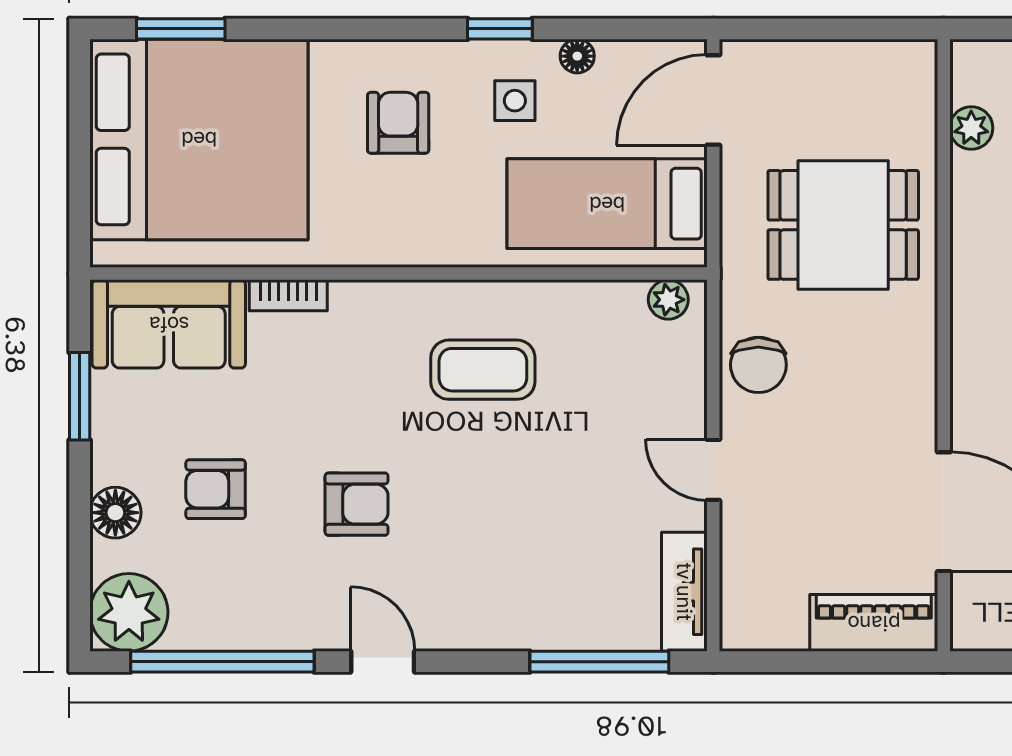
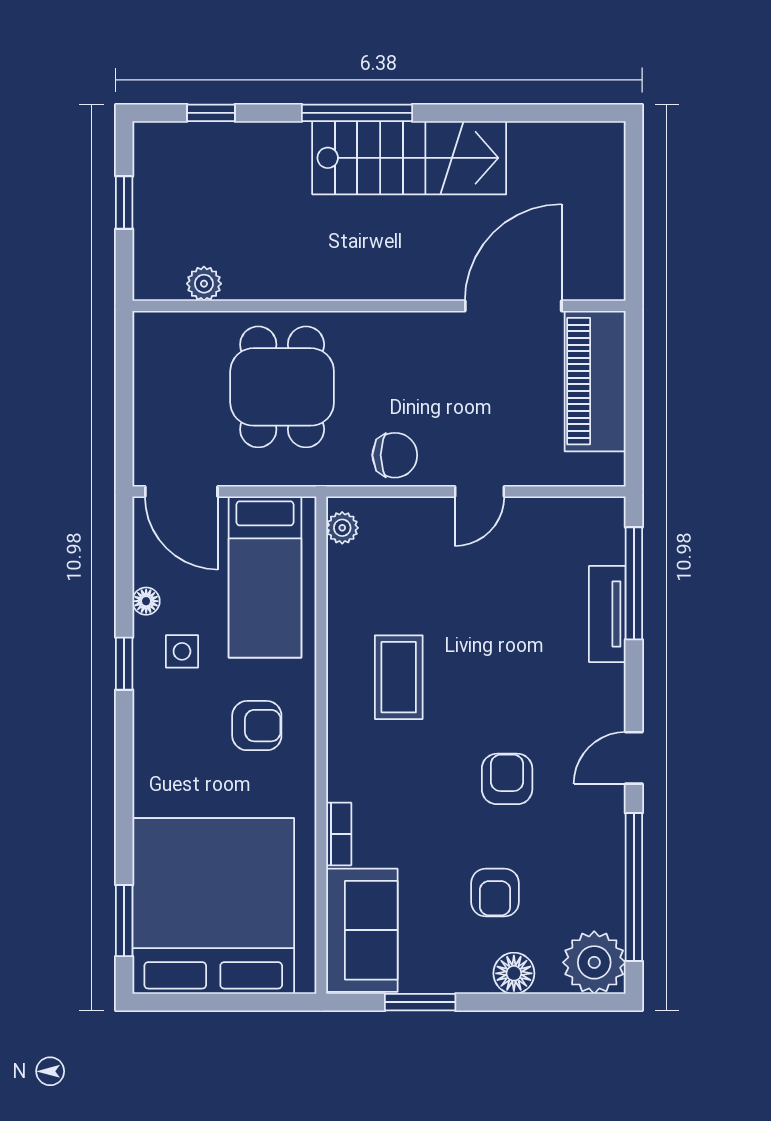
armchair: (398, 123) -> (257, 726), moved, turned 180
tv unit: (684, 592) -> (607, 614), moved, turned 90
piano: (874, 623) -> (595, 381), width x1.37, depth x1.33

